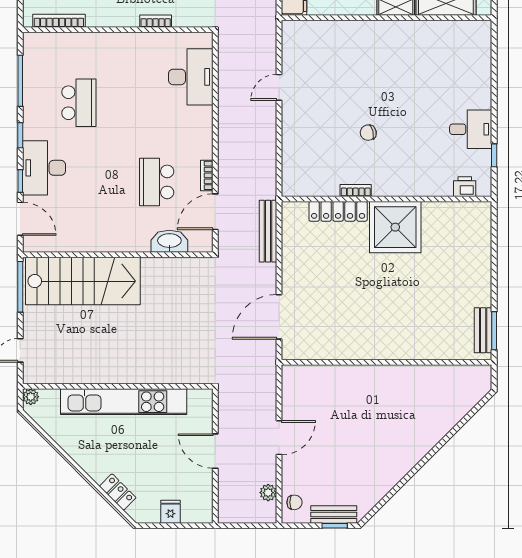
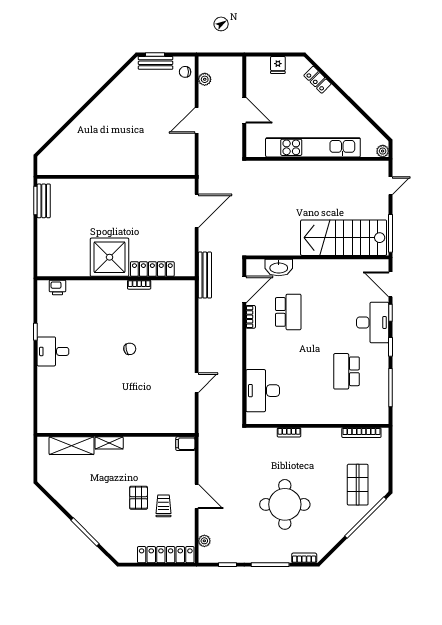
printer: (465, 187) -> (57, 287), moved
bookcase: (356, 190) -> (139, 285), moved
wall: (387, 199) -> (116, 278), moved
locker: (338, 211) -> (152, 269), moved
shower: (395, 227) -> (110, 257), moved

